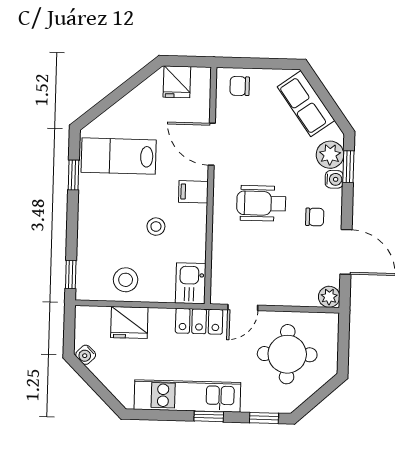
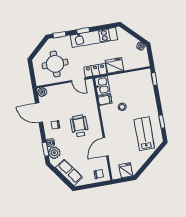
door: (212, 144) -> (106, 147), swing flipped
lab bench: (119, 156) -> (144, 134), turned -90
filing cabinet: (193, 192) -> (105, 100), moved
wheelchair: (261, 203) -> (79, 126), turned -90
stool: (126, 280) -> (130, 81), removed
door: (243, 308) -> (78, 80), swing flipped
fridge: (129, 323) -> (114, 65), moved

